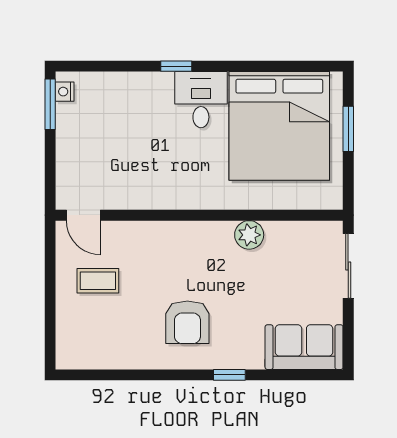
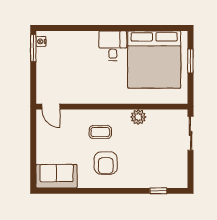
window: (176, 66) -> (100, 28), removed
coffee table: (98, 281) -> (100, 132), moved
sofa: (304, 347) -> (57, 176), moved
window: (229, 375) -> (158, 191), moved

